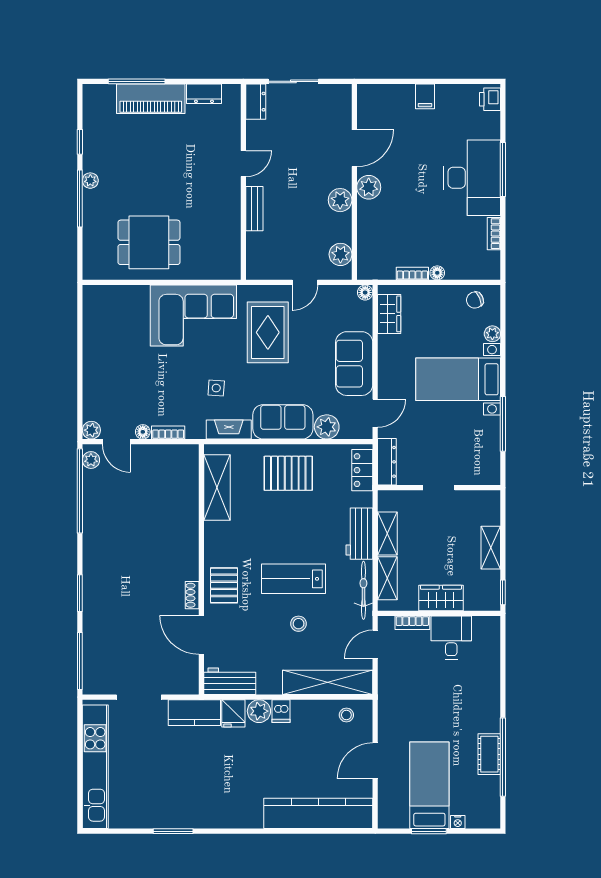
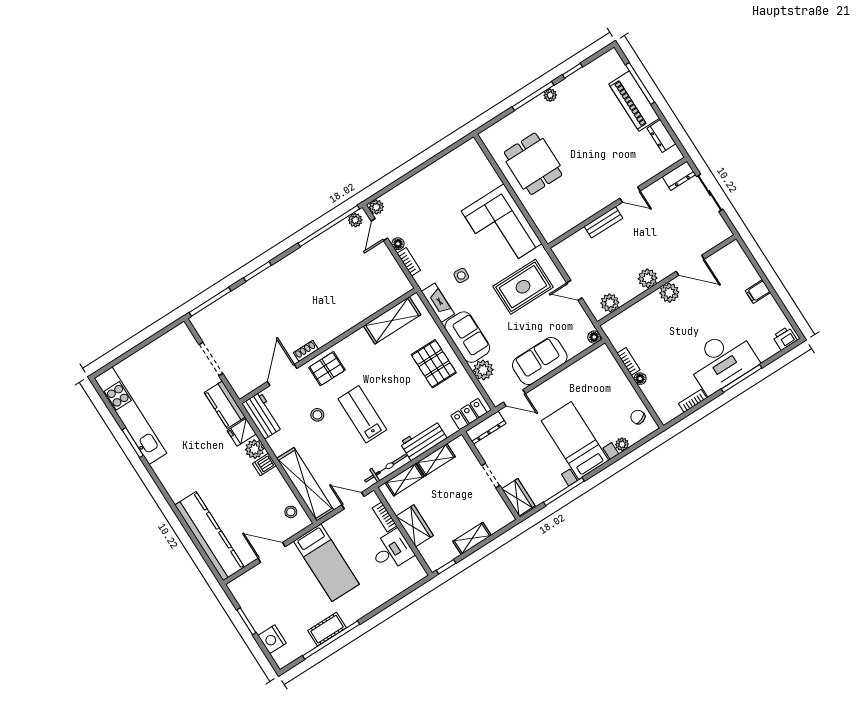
wardrobe: (389, 314) -> (518, 497), moved, turned -90
stool: (299, 624) -> (317, 415), moved
kitchen unit: (95, 767) -> (130, 416), moved, turned -90
bed: (429, 785) -> (326, 563), moved, turned 90
nightstand: (458, 822) -> (272, 639), width x1.89, depth x1.79

